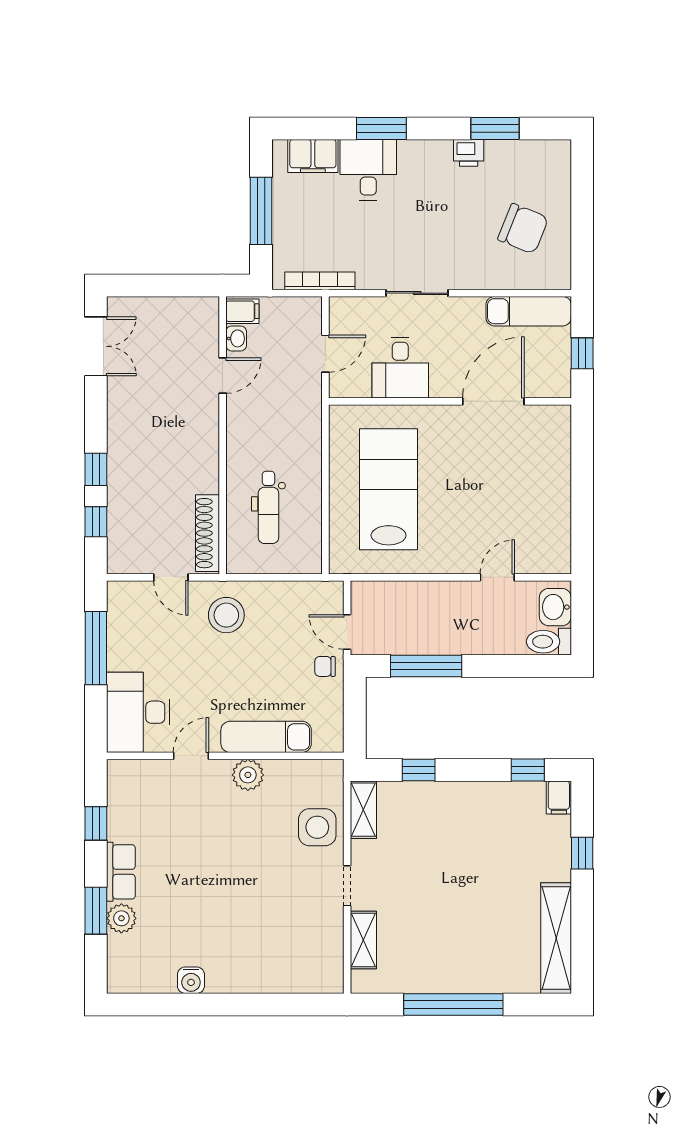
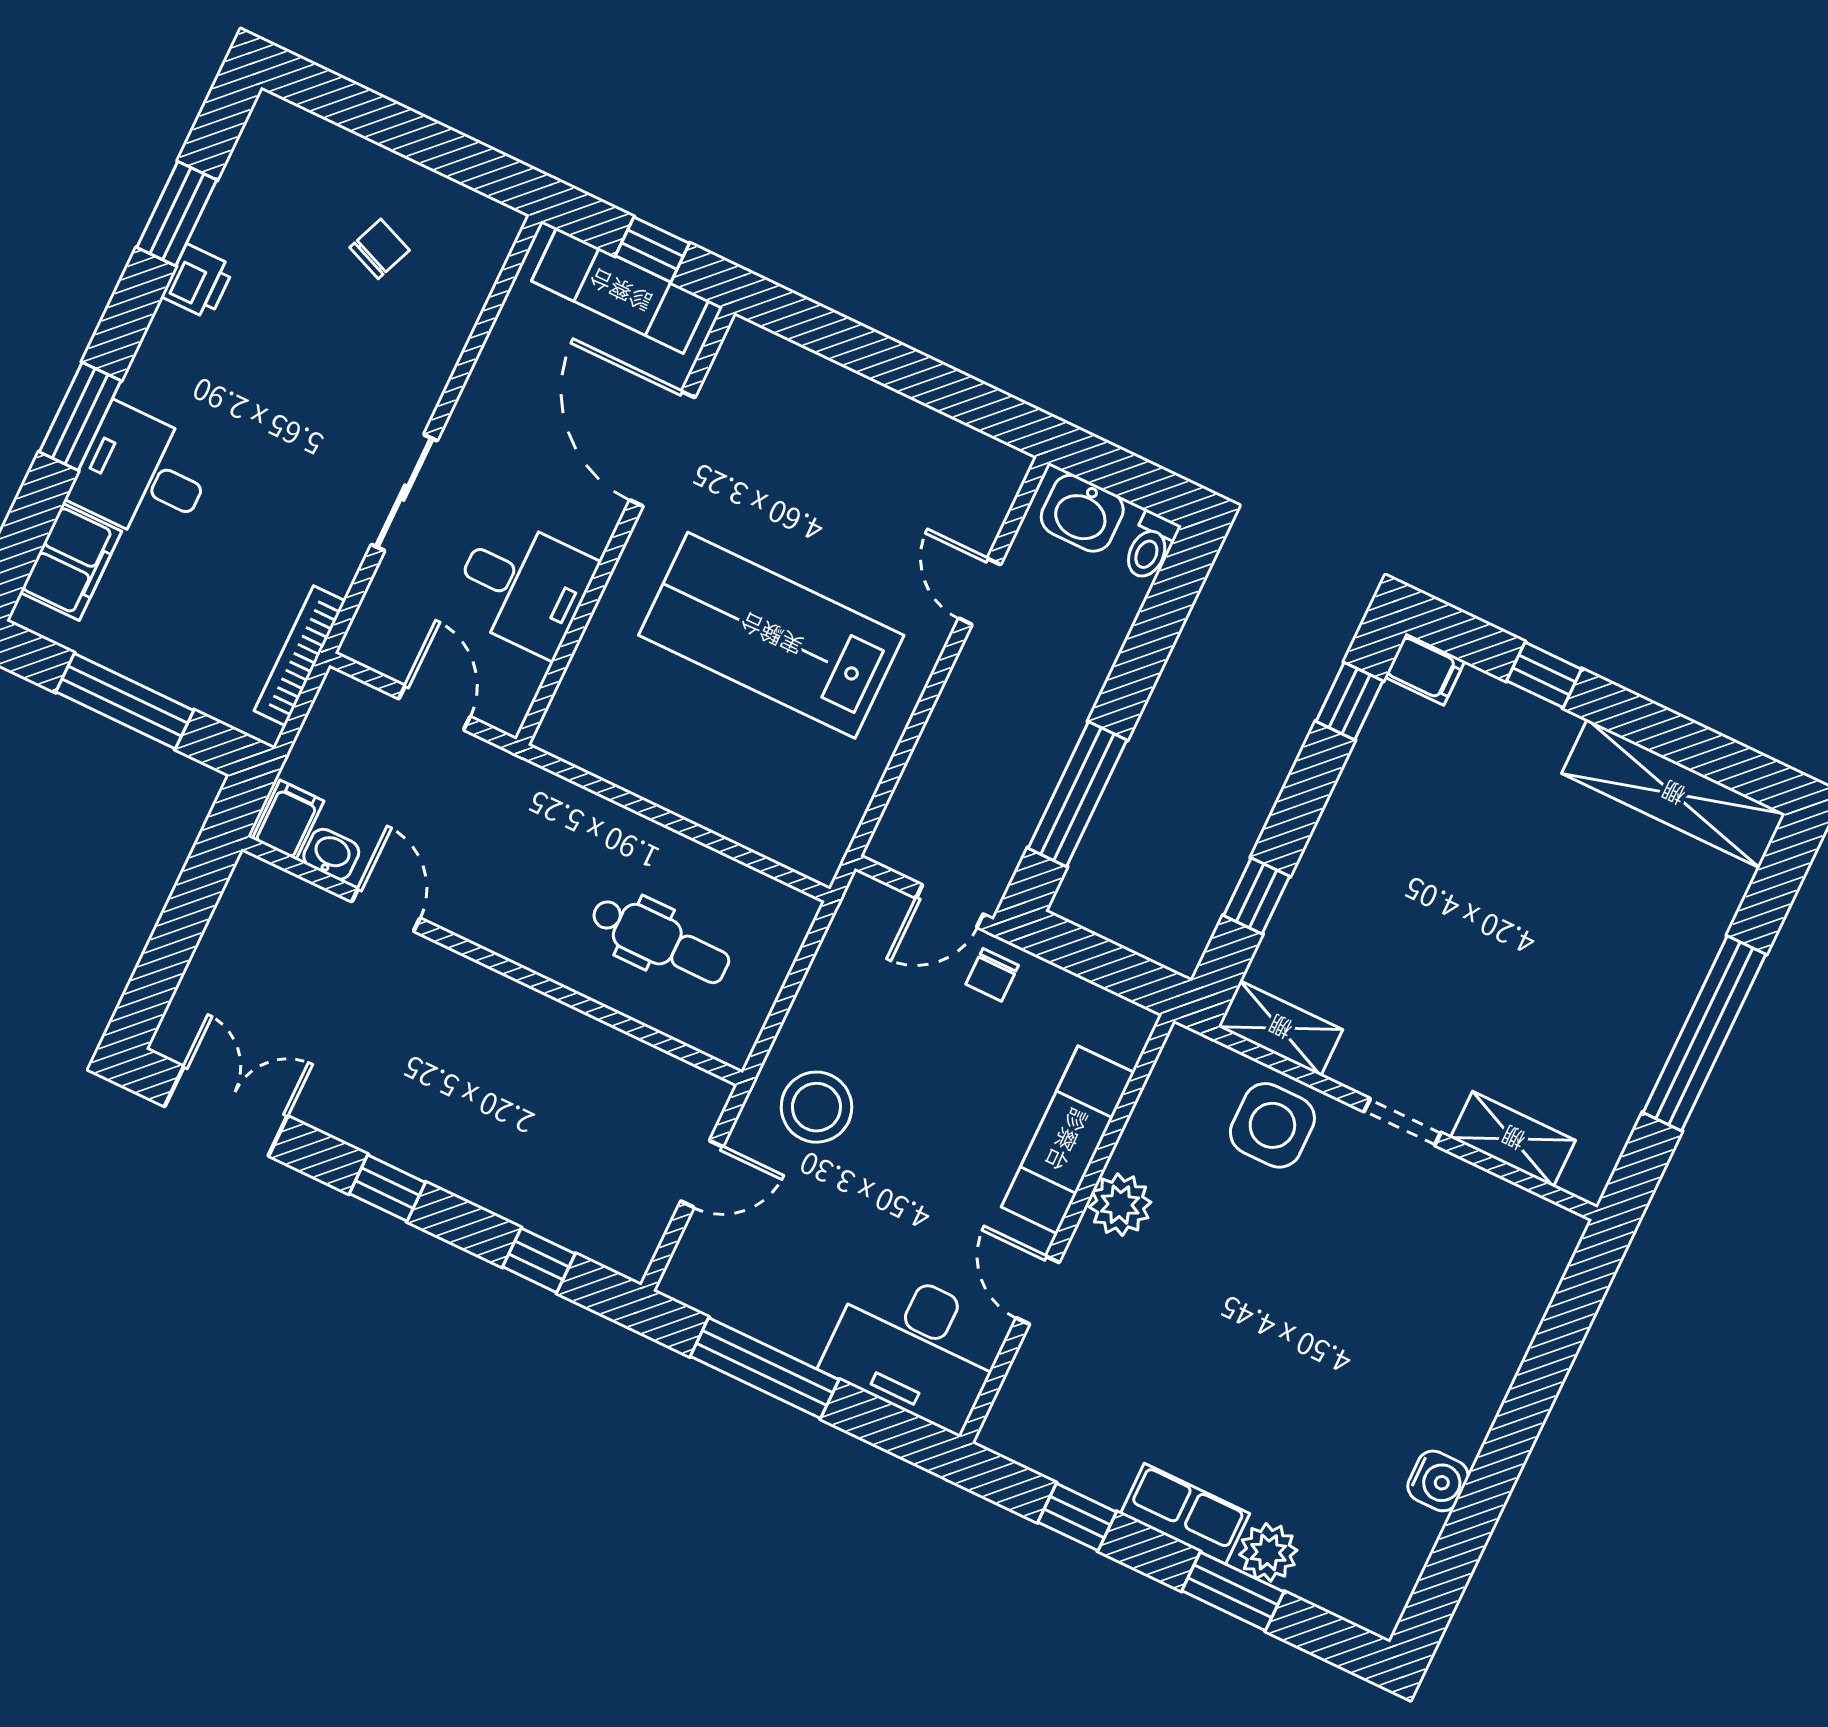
chair: (523, 229) -> (380, 249), width x0.54, depth x0.54
exam couch: (529, 311) -> (620, 291), moved, turned 90
window: (96, 469) -> (387, 1188), moved
lab bench: (389, 489) -> (771, 635), moved
shoe rack: (207, 533) -> (654, 1071), removed
toilet: (549, 642) -> (1150, 546), width x0.73, depth x0.72

